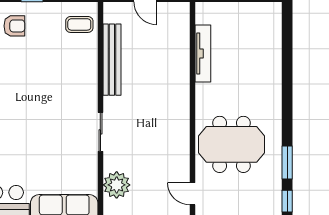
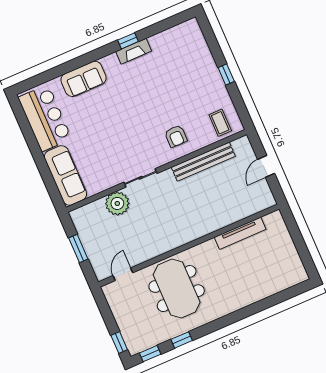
armchair: (14, 26) -> (176, 136), moved
window: (287, 162) -> (182, 340), width x0.67
plant: (117, 185) -> (117, 203), moved

